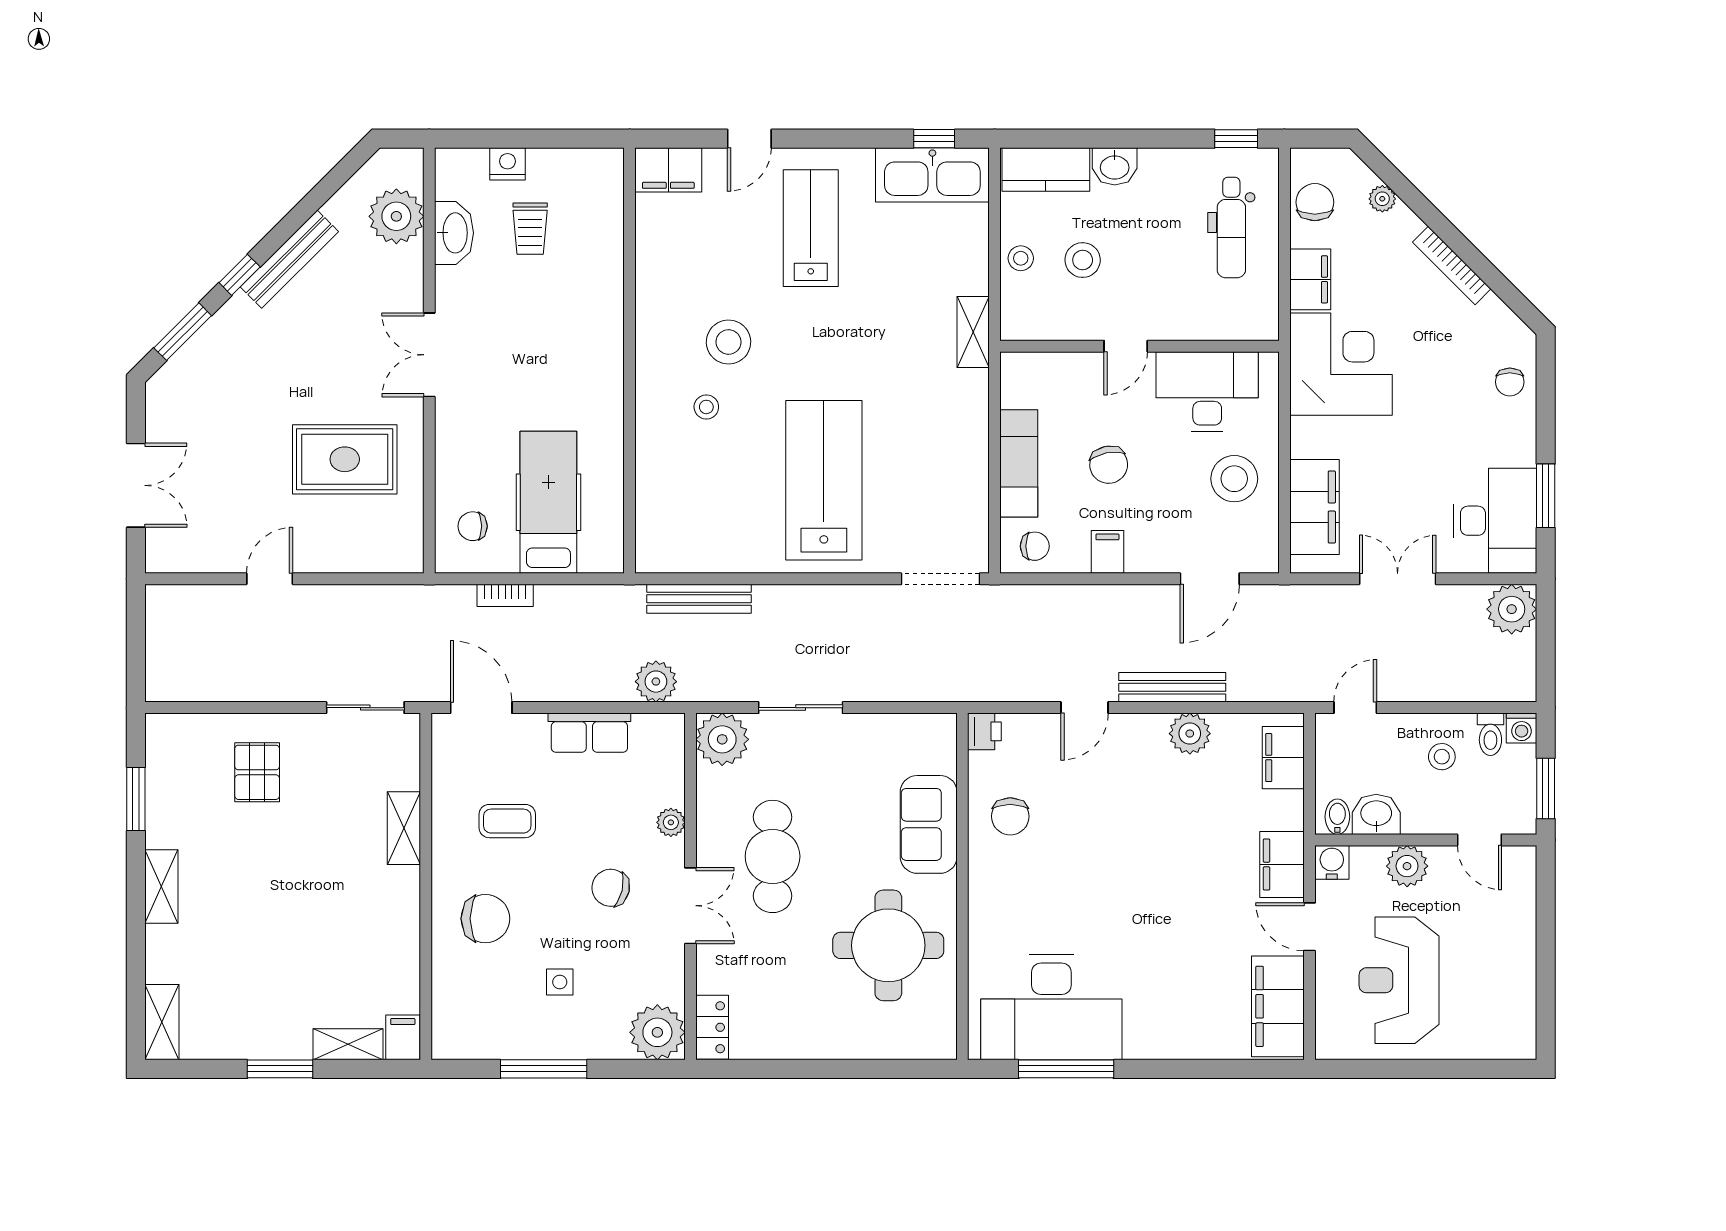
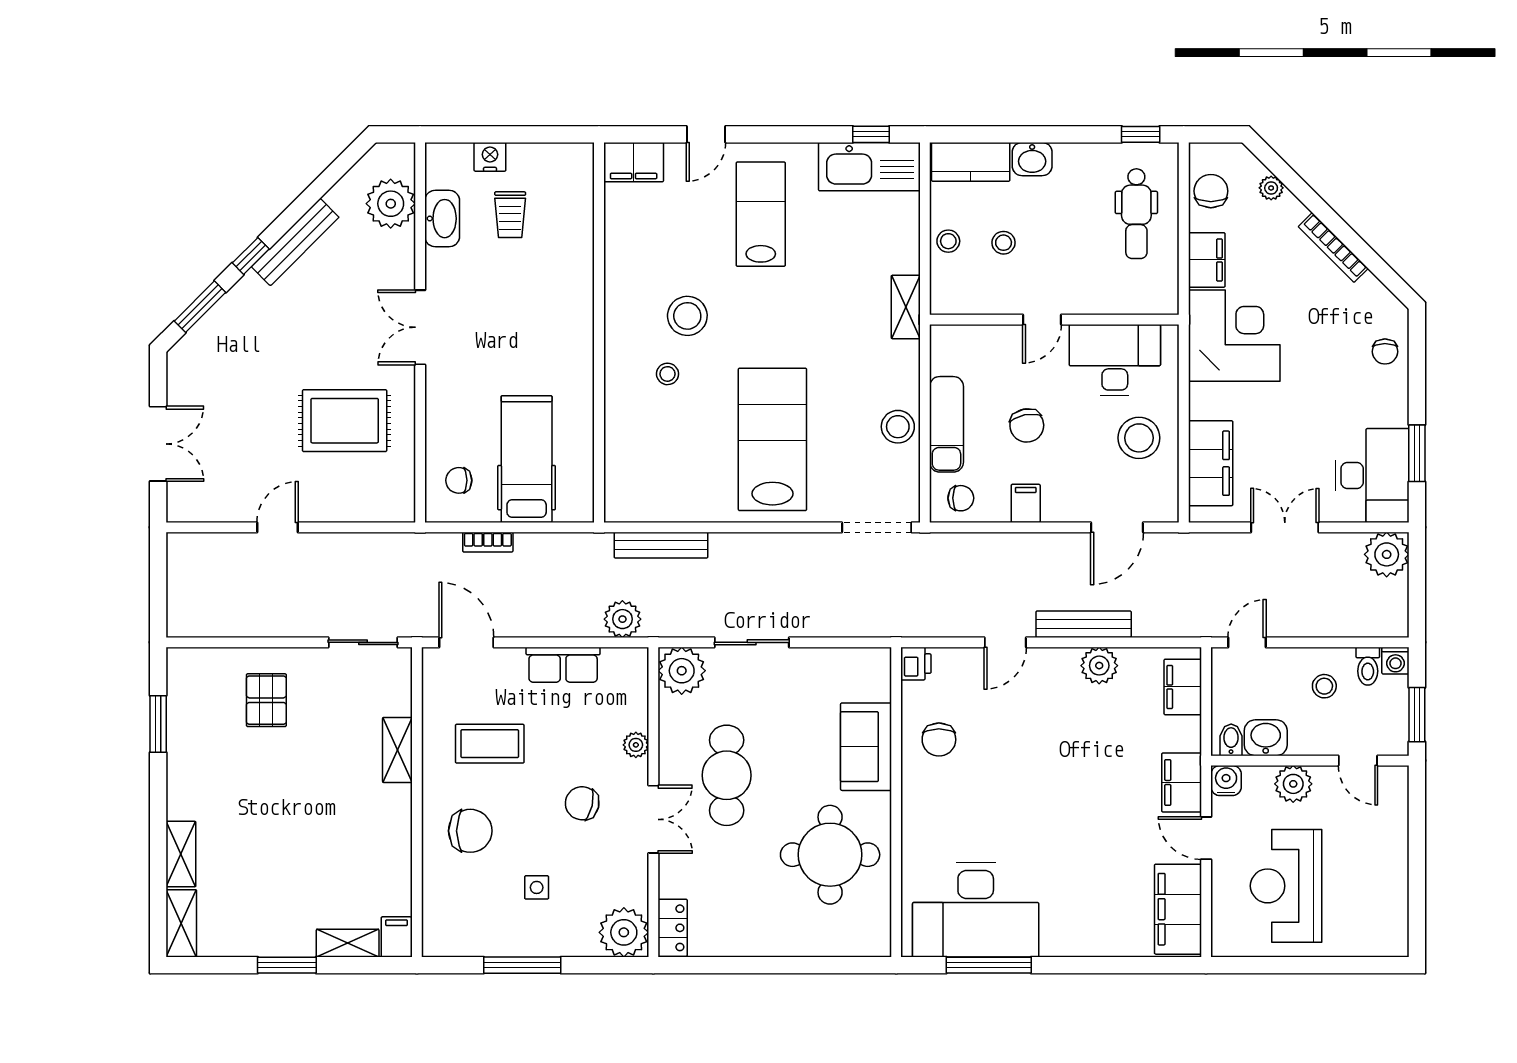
stool: (1083, 260) -> (1004, 243), width x0.73, depth x0.73
stool: (964, 466) -> (898, 427), added
coffee table: (507, 821) -> (490, 744), width x1.36, depth x1.30
shelving: (161, 886) -> (181, 854), moved

